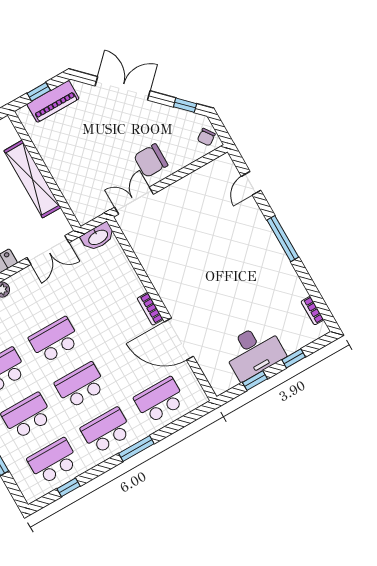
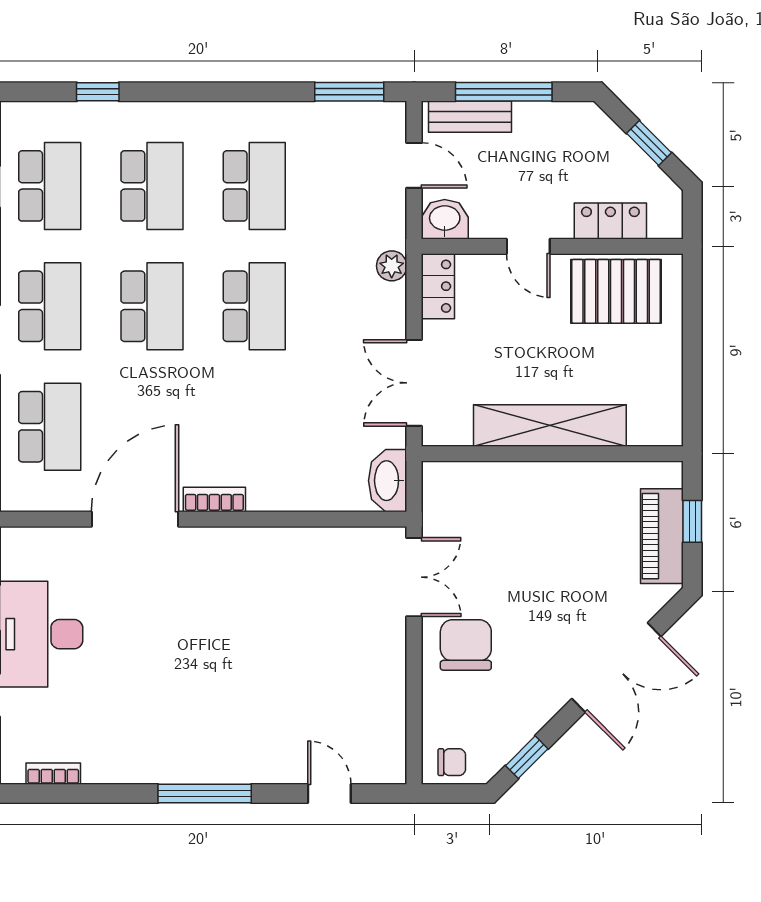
chair: (206, 137) -> (452, 762), turned 125

